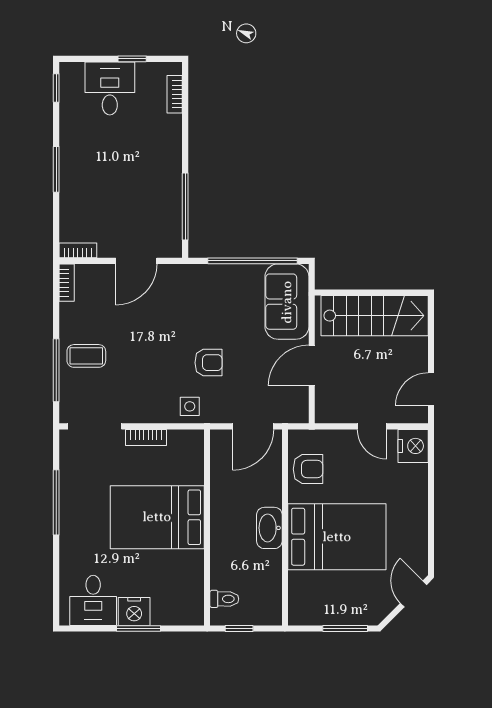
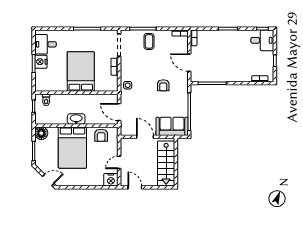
desk: (110, 88) -> (262, 40), moved
armchair: (209, 363) -> (163, 85), moved
floor lamp: (303, 610) -> (41, 133), added

